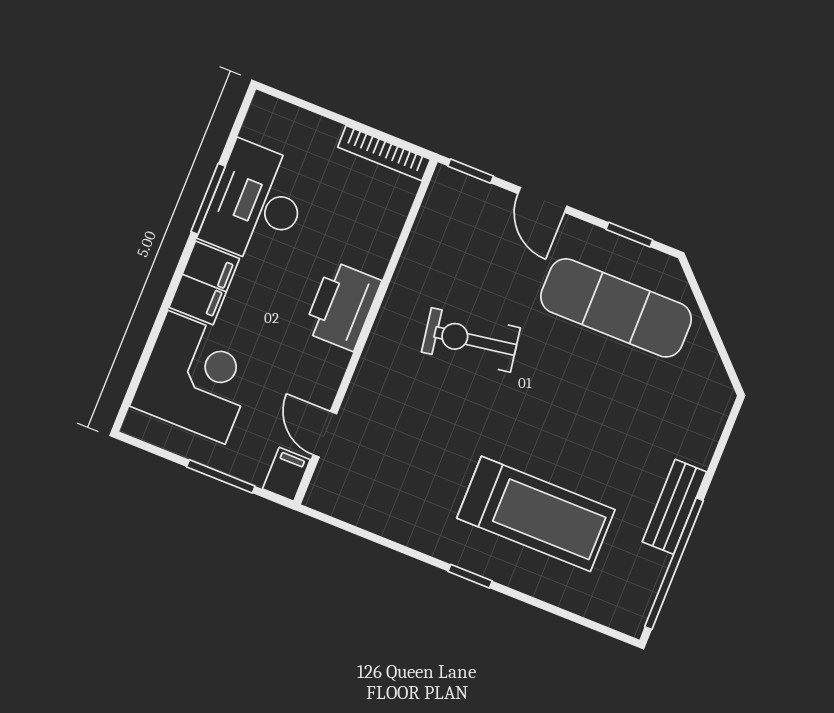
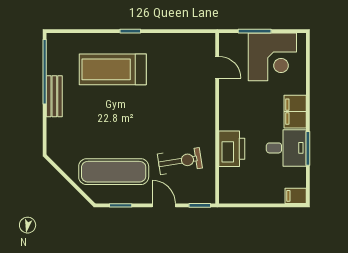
bookcase: (384, 153) -> (240, 198), removed
desk: (256, 203) -> (286, 148), width x0.73
printer: (342, 306) -> (232, 149), moved
exercise bike: (471, 340) -> (180, 161), moved
corner desk: (196, 377) -> (272, 57), moved, turned -90
filing cabinet: (286, 474) -> (296, 196), moved, turned 90

